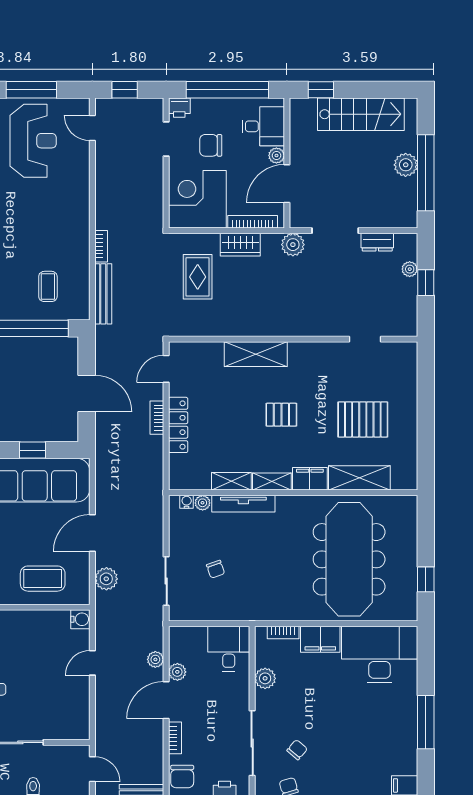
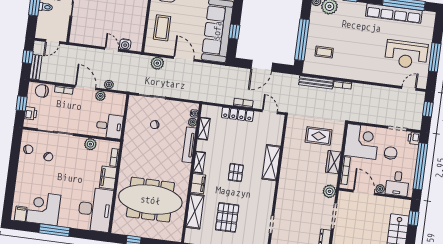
shelving: (231, 481) -> (204, 129), moved
water cooler: (80, 619) -> (125, 44), moved
corner desk: (390, 746) -> (43, 208), added

